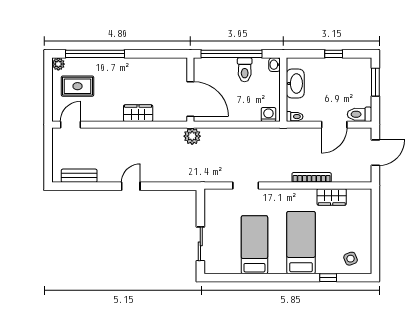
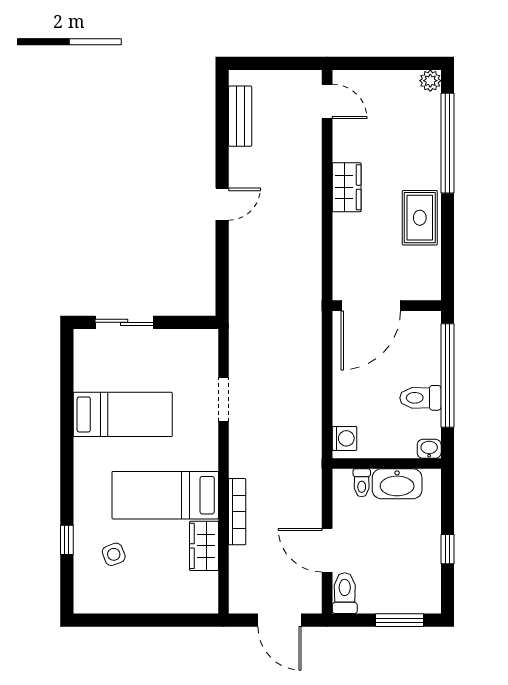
rug: (78, 86) -> (420, 218), moved
wardrobe: (138, 113) -> (347, 187), moved
toilet: (295, 117) -> (362, 483), moved
plant: (192, 136) -> (307, 309), removed
door: (131, 186) -> (222, 204), hinge flipped
bed: (301, 243) -> (165, 495), moved, turned 180
side table: (351, 259) -> (114, 554), moved

